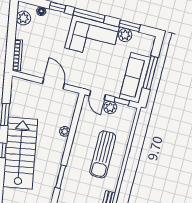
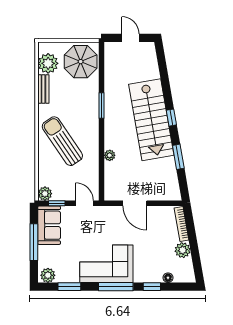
plant: (23, 18) -> (183, 250), moved
plant: (125, 35) -> (48, 275), moved
sofa: (135, 78) -> (49, 225), width x0.73
plant: (110, 107) -> (45, 194), moved
sun lounger: (103, 154) -> (62, 141), turned -34

